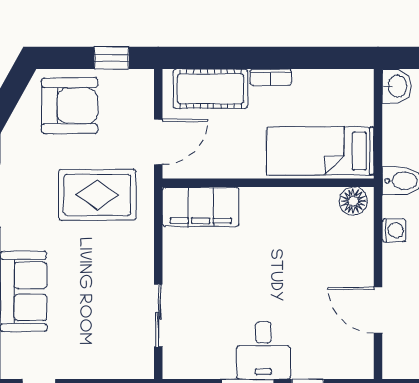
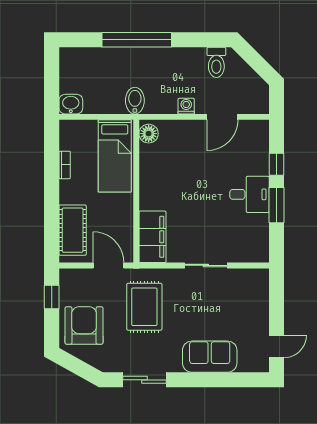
bookcase: (271, 77) -> (65, 165), moved
washing machine: (394, 230) -> (186, 106), moved
sliding door: (158, 316) -> (206, 265), moved

